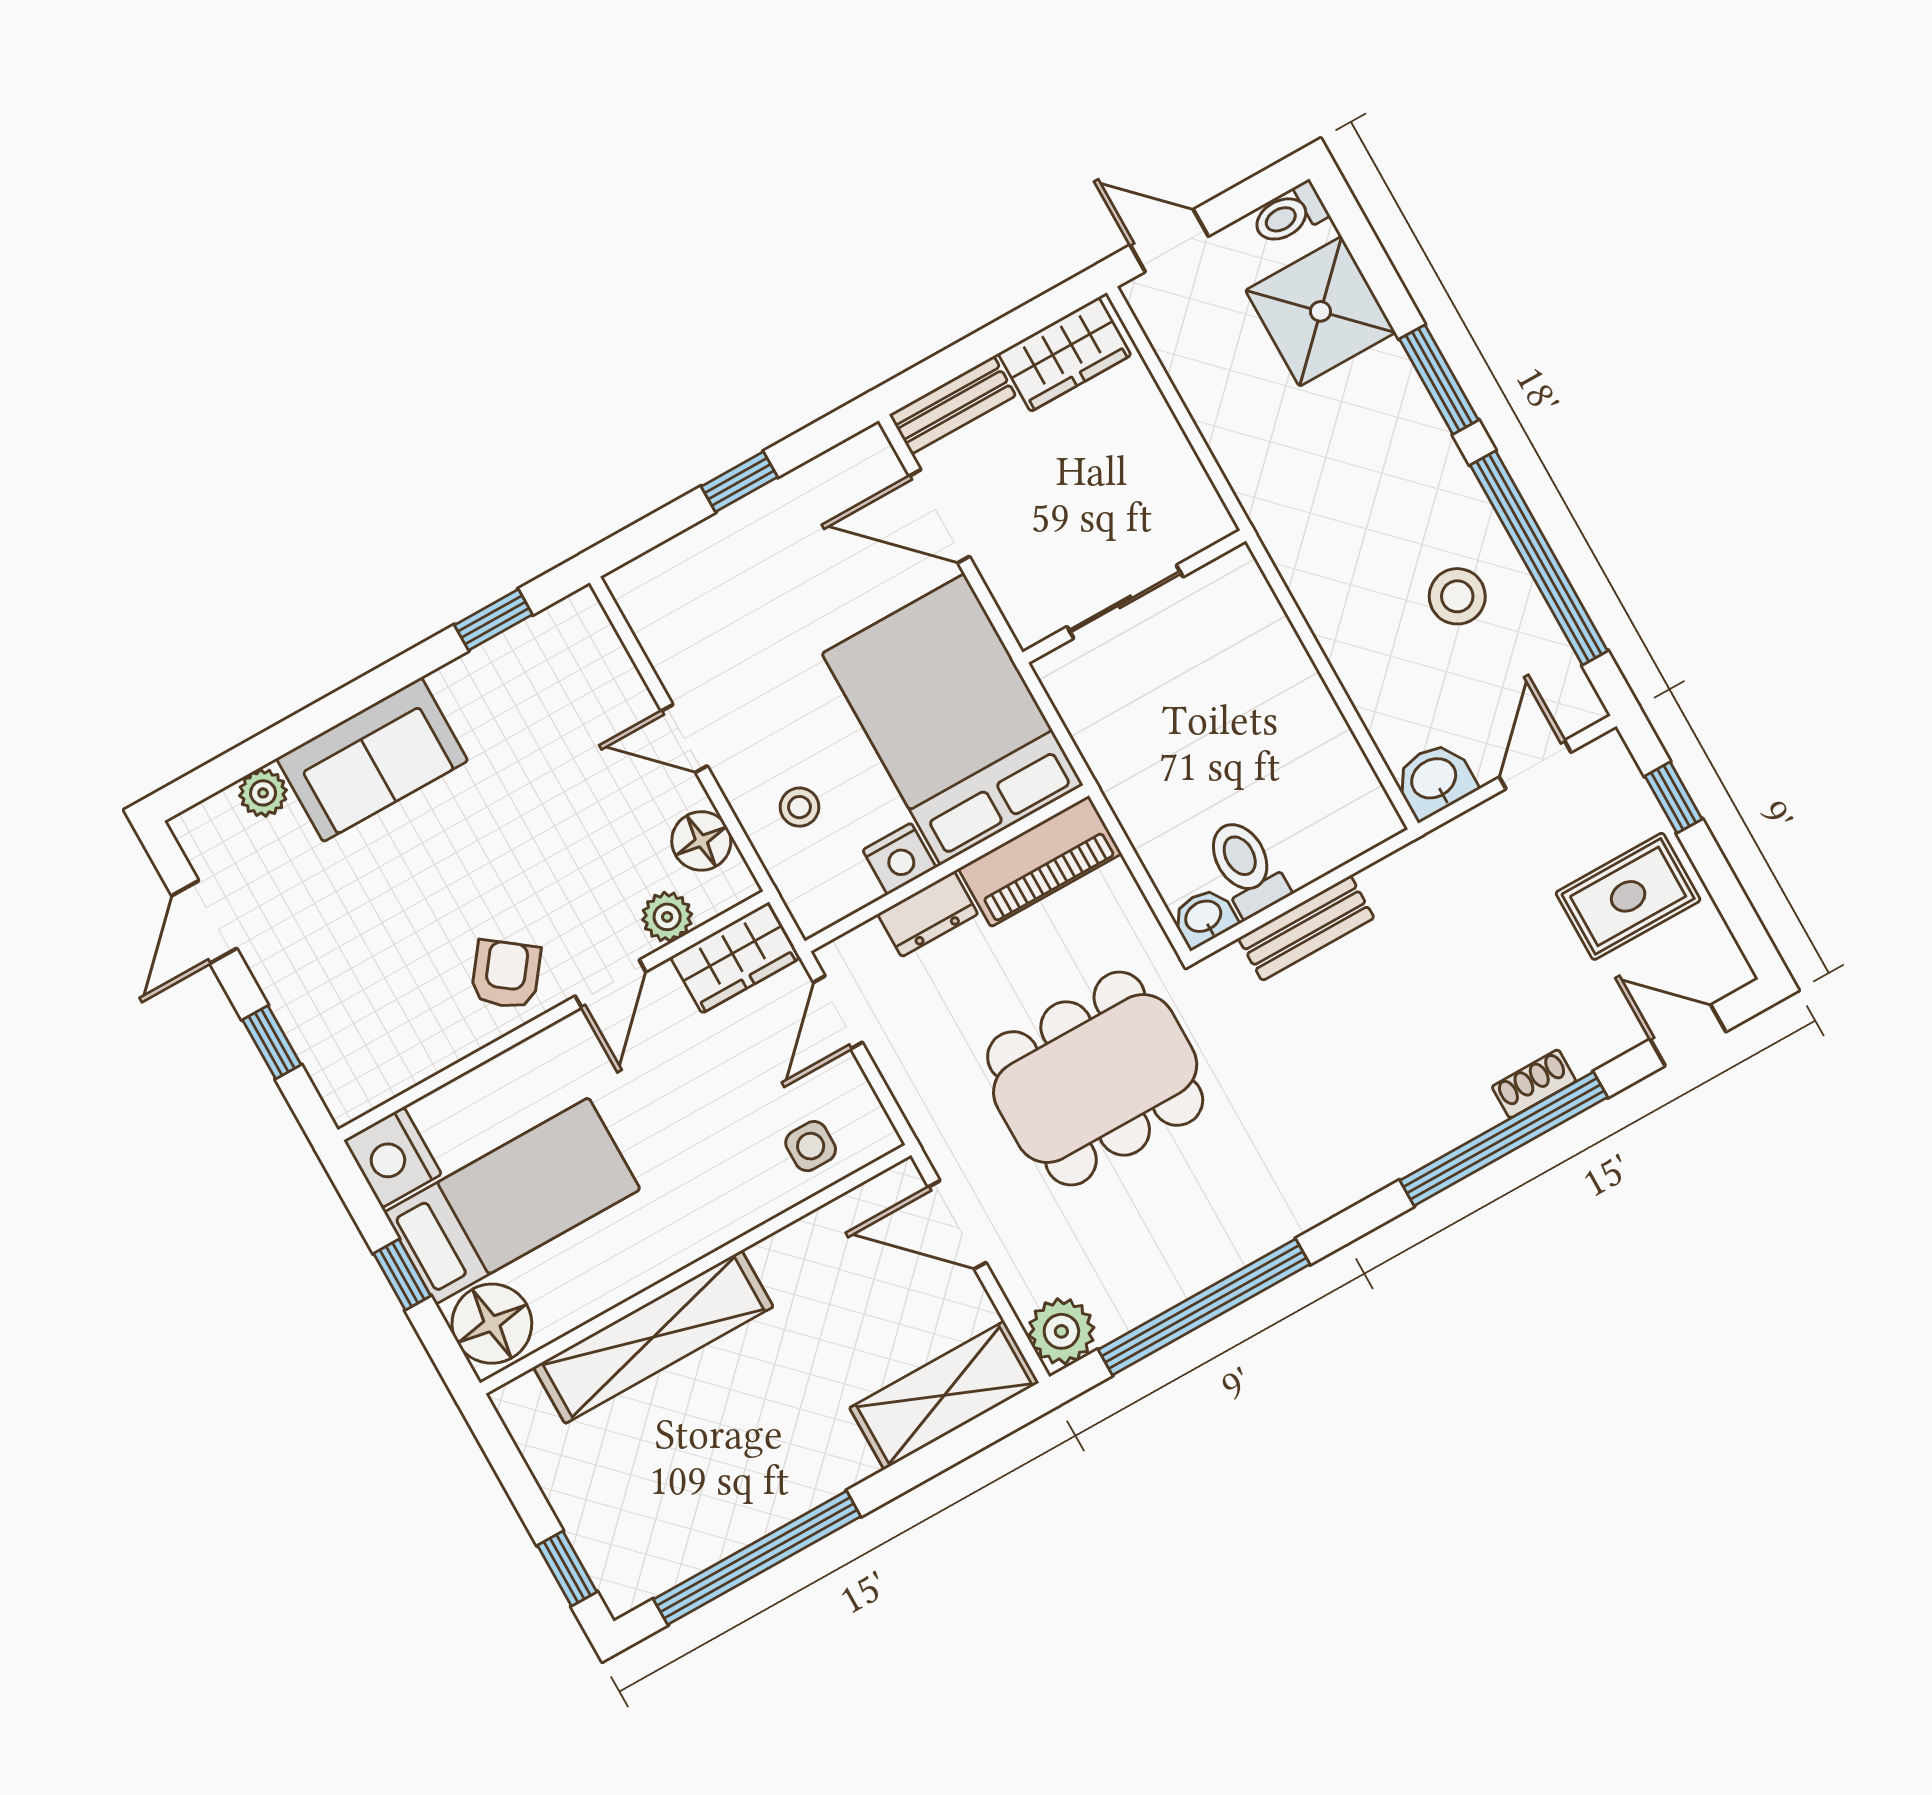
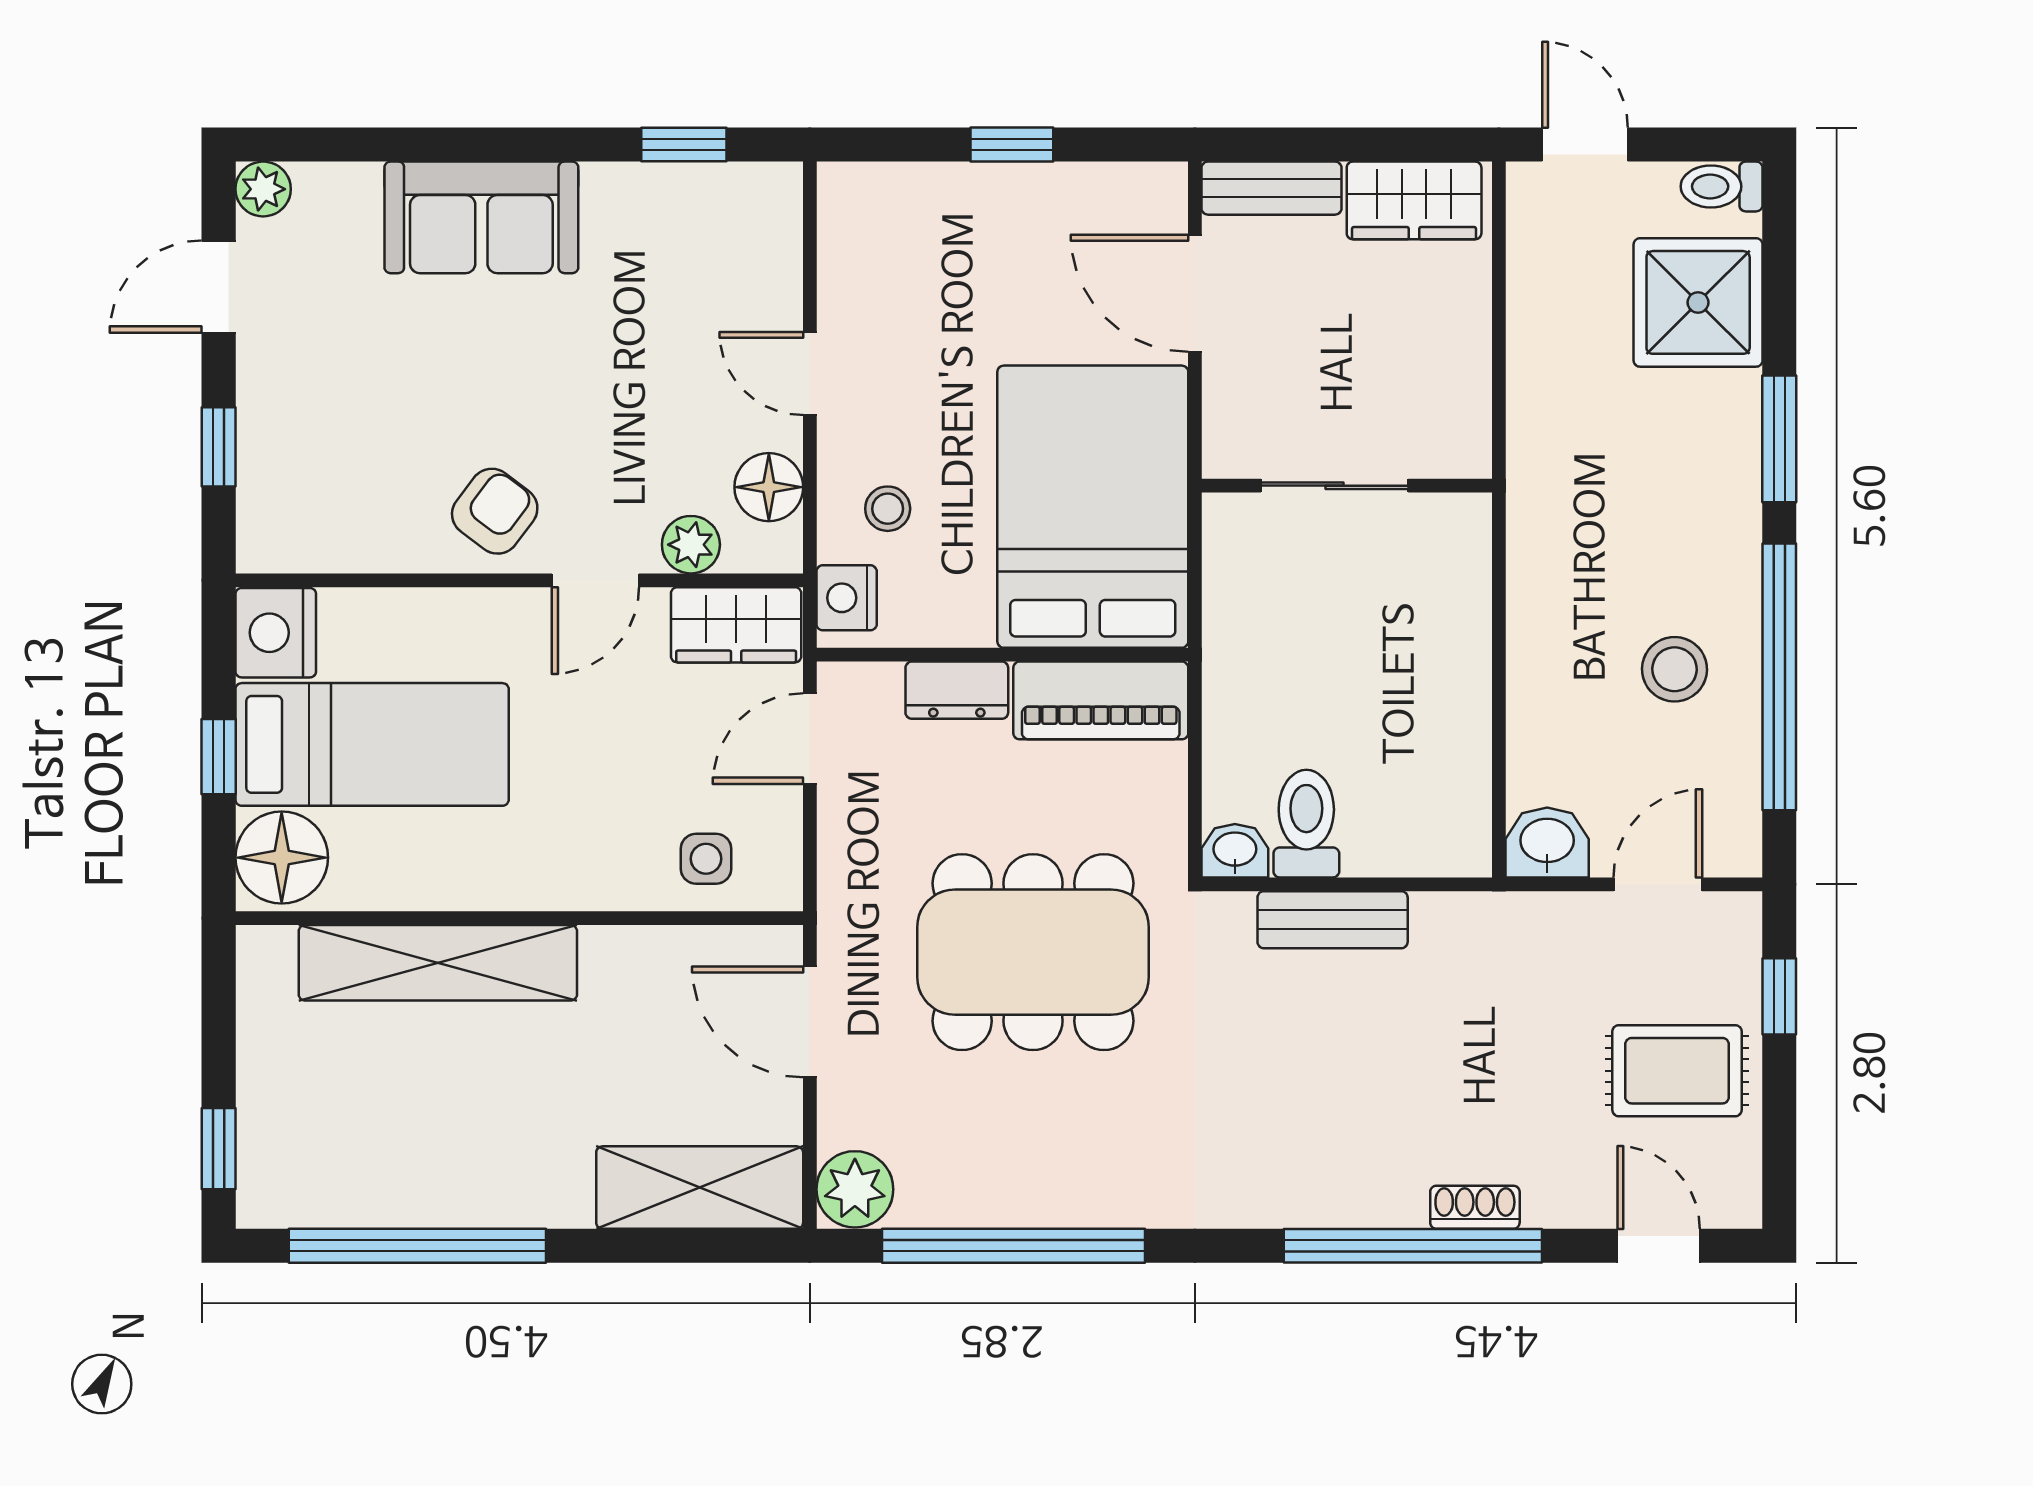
plant: (263, 793) -> (263, 189), moved
nightstand: (899, 859) -> (847, 598), moved, turned 90

